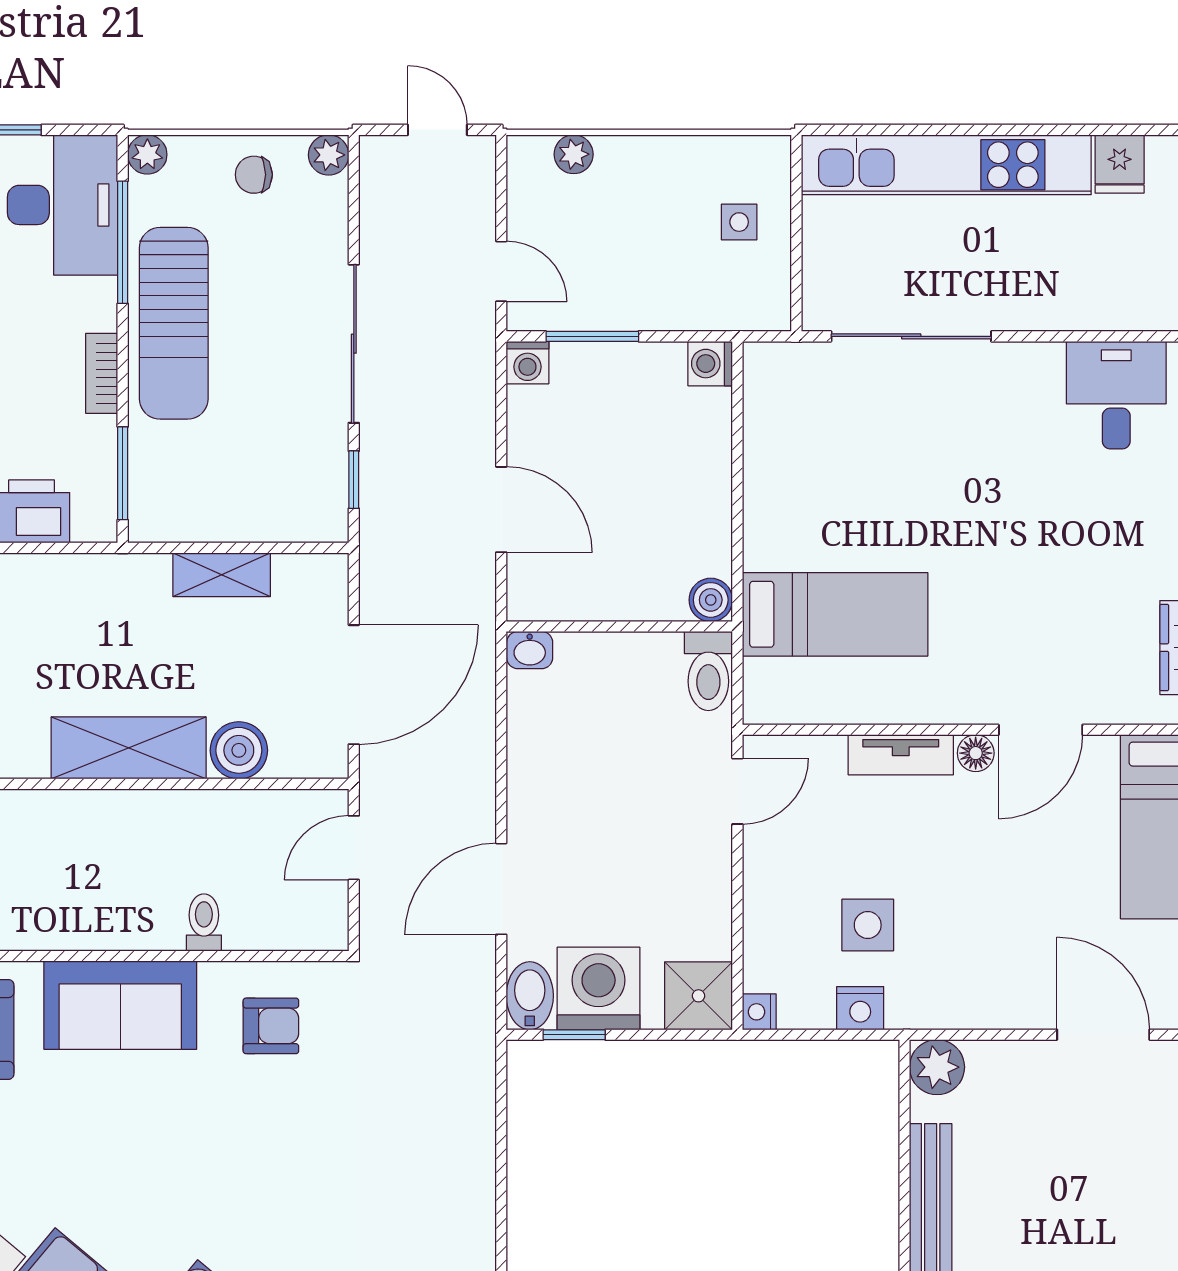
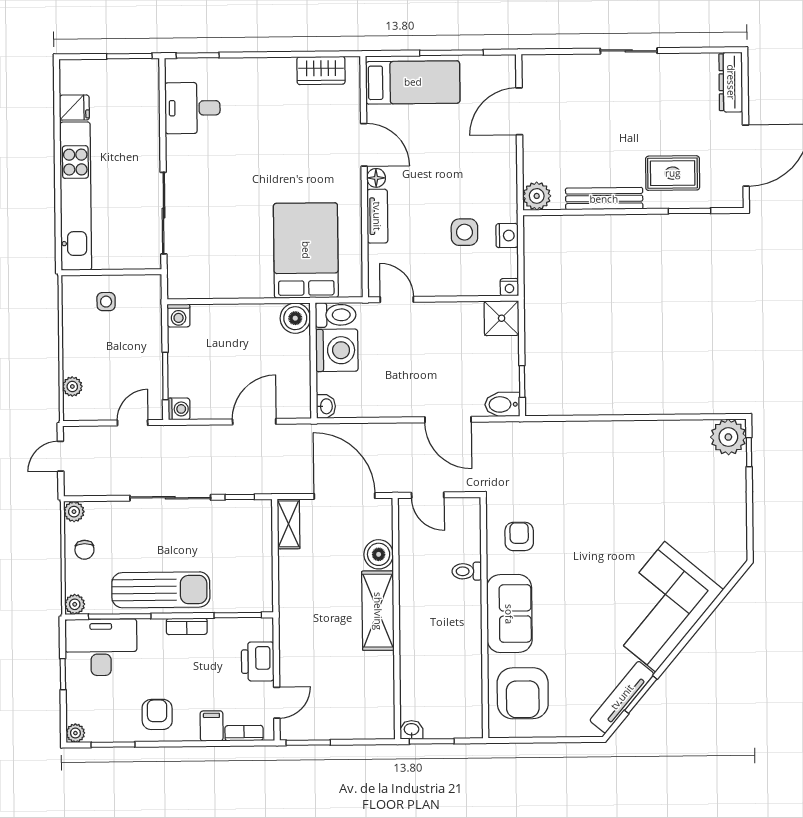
shelving: (222, 575) -> (289, 524), moved
boiler: (711, 600) -> (295, 318), width x1.36, depth x1.36
bed: (835, 614) -> (306, 250), width x1.50
washing machine: (599, 989) -> (337, 350), moved, turned 180

